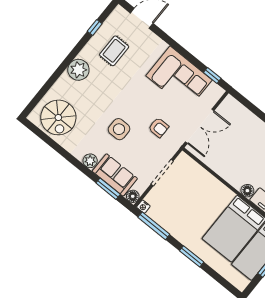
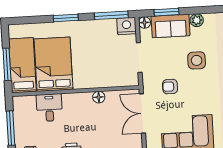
floor lamp: (247, 191) -> (99, 97), moved
nightstand: (143, 207) -> (127, 26), width x1.89, depth x1.79

